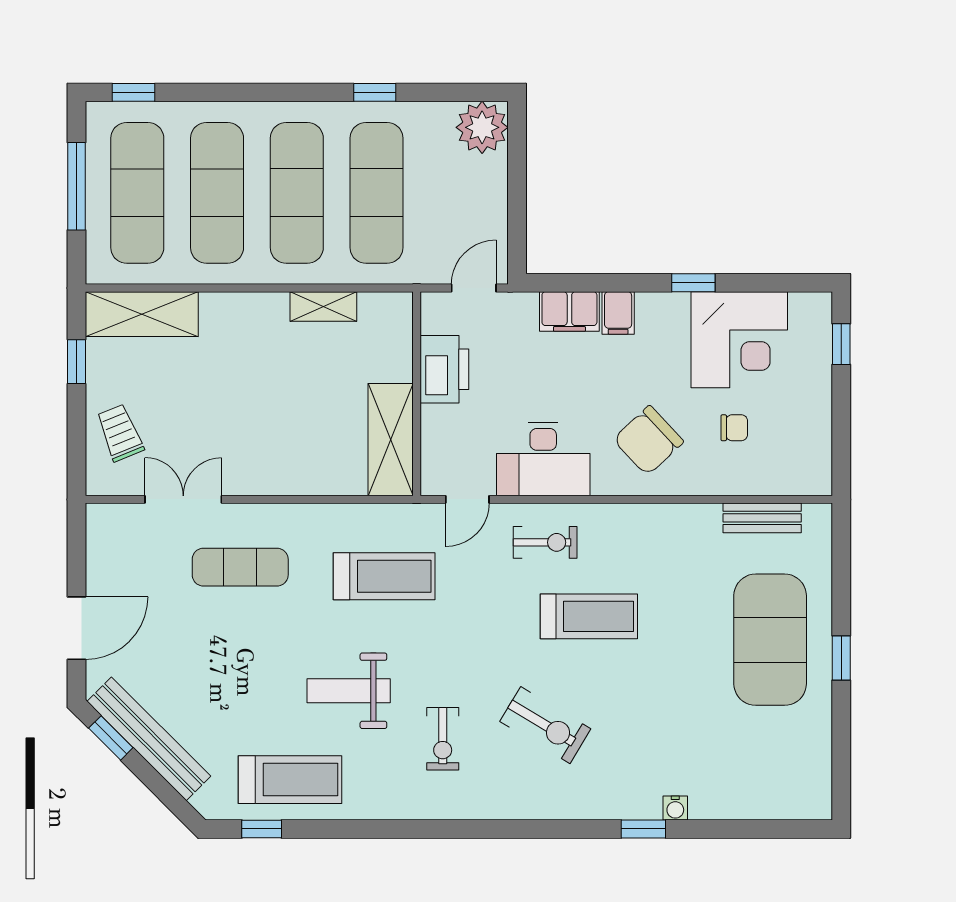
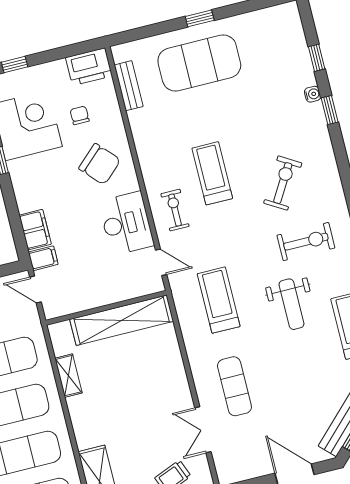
filing cabinet: (618, 313) -> (43, 258), moved
printer: (444, 369) -> (89, 67), moved, turned 180
shelving: (391, 440) -> (122, 320), width x1.47
exercise bike: (443, 739) -> (306, 242), width x1.38, depth x1.39
window: (732, 829) -> (317, 58), added

